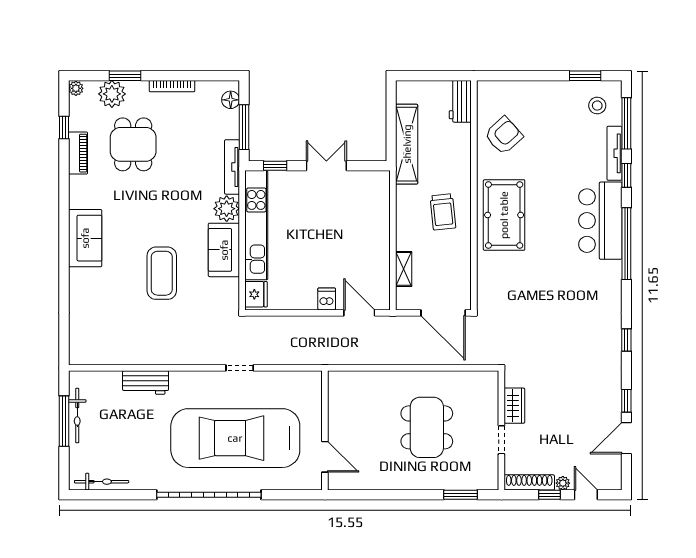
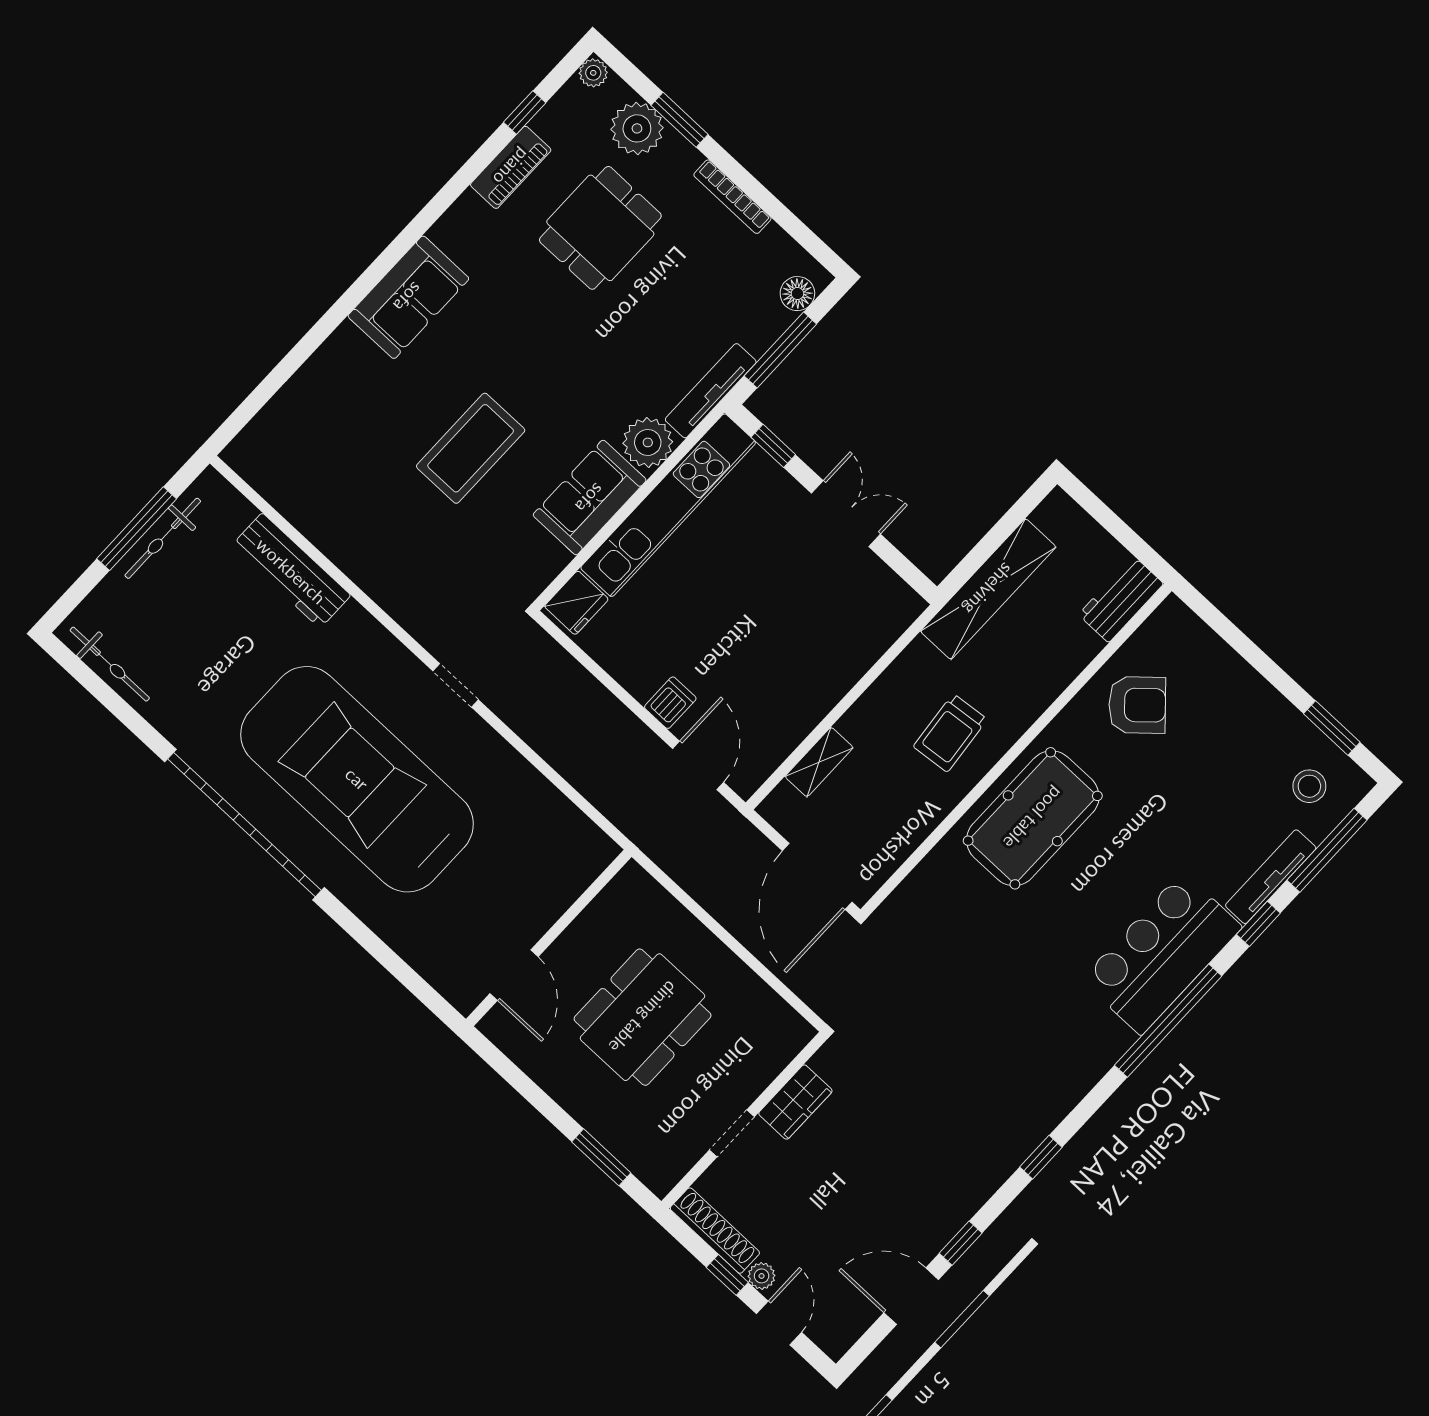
workbench: (146, 383) -> (291, 571), width x1.38
wall: (325, 430) -> (549, 938), moved
door: (325, 457) -> (514, 975), moved

